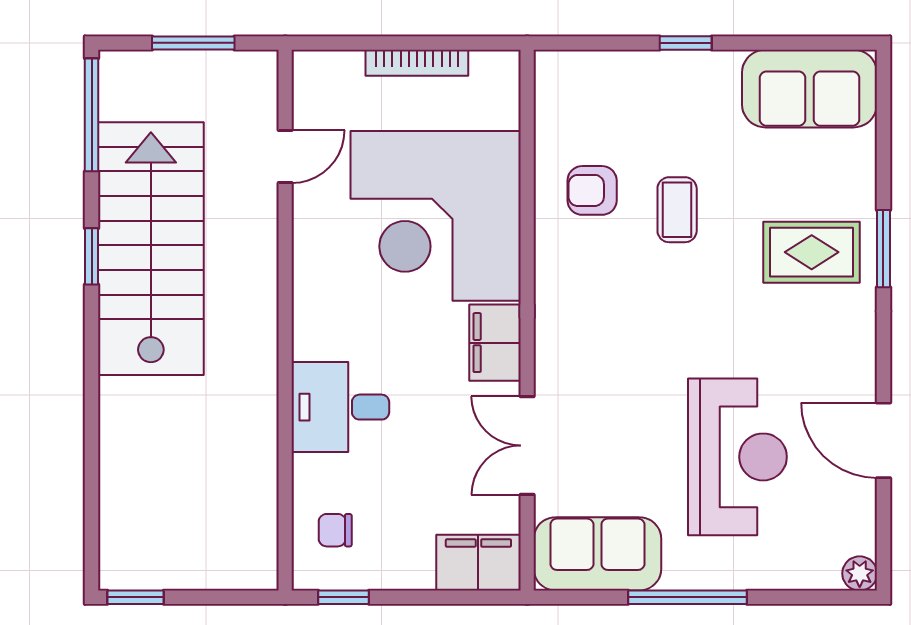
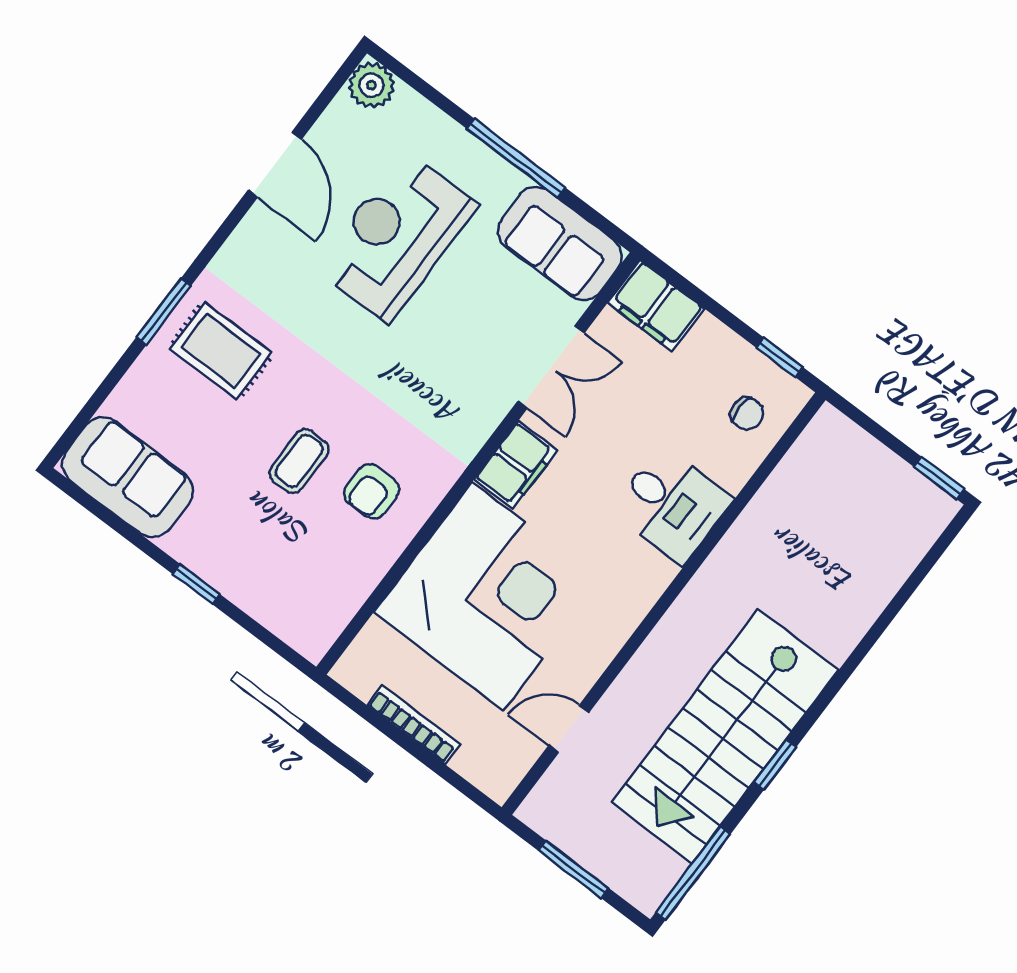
armchair: (592, 190) -> (371, 491), moved, turned 90
plant: (860, 573) -> (371, 85), width x1.38, depth x1.38

